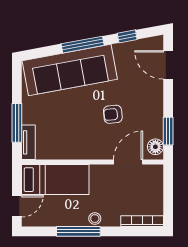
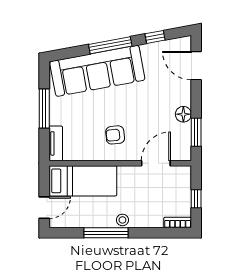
armchair: (113, 114) -> (115, 135), moved
window: (17, 123) -> (44, 108), moved
floor lamp: (155, 147) -> (183, 114), moved
window: (168, 197) -> (196, 199), added
bookcase: (142, 221) -> (178, 223), width x0.64

